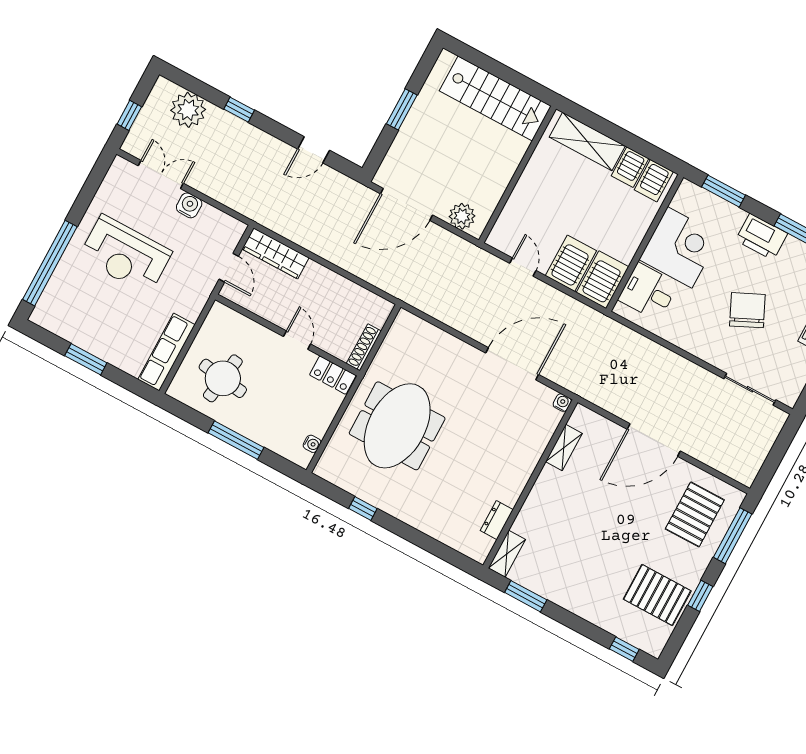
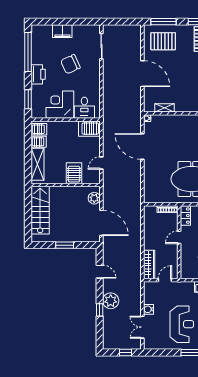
plant: (188, 110) -> (111, 301), moved
server rack: (571, 263) -> (74, 173), moved, turned 90

